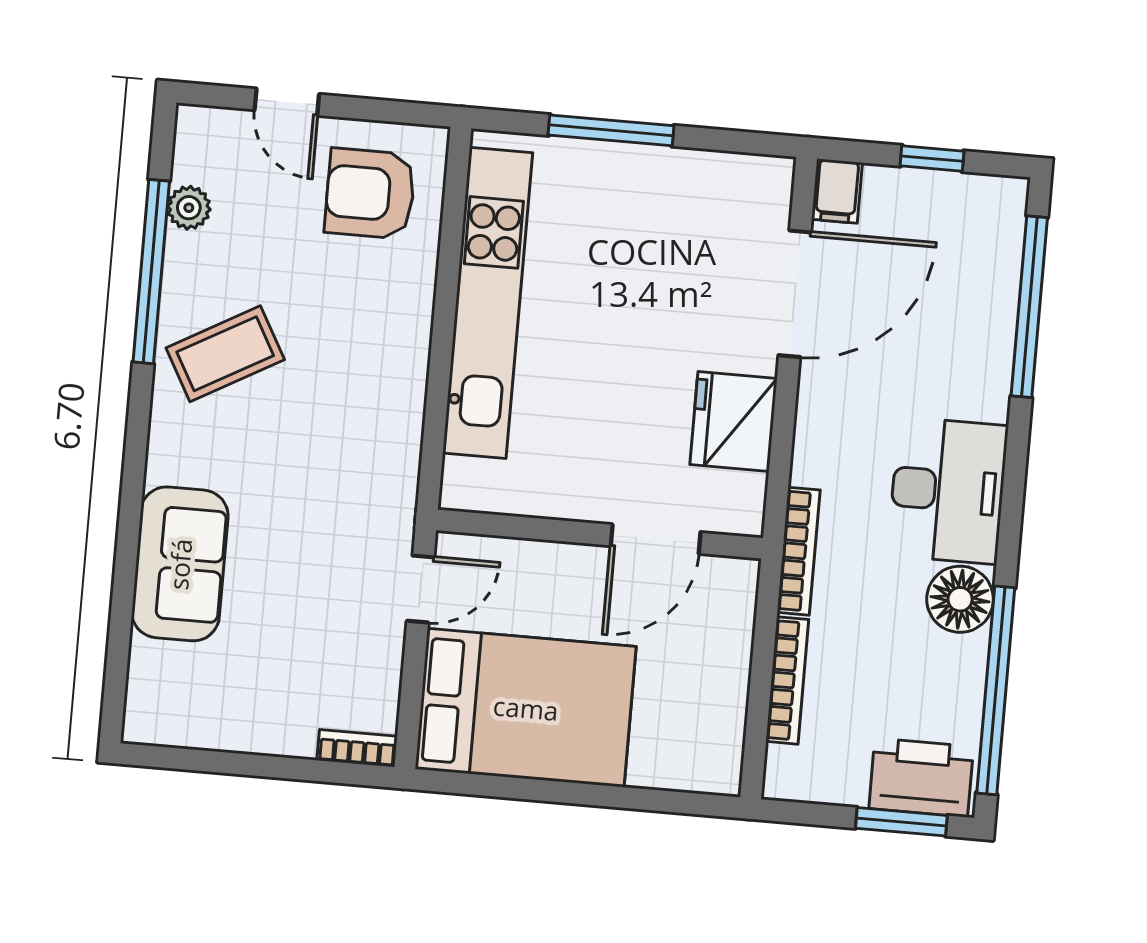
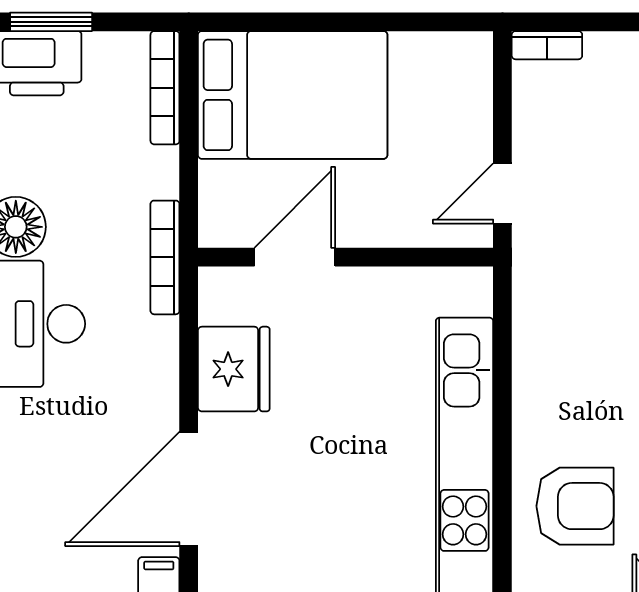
armchair: (370, 194) -> (575, 506), moved
bookcase: (787, 680) -> (165, 88), moved
bed: (526, 708) -> (293, 95), moved, turned 180

